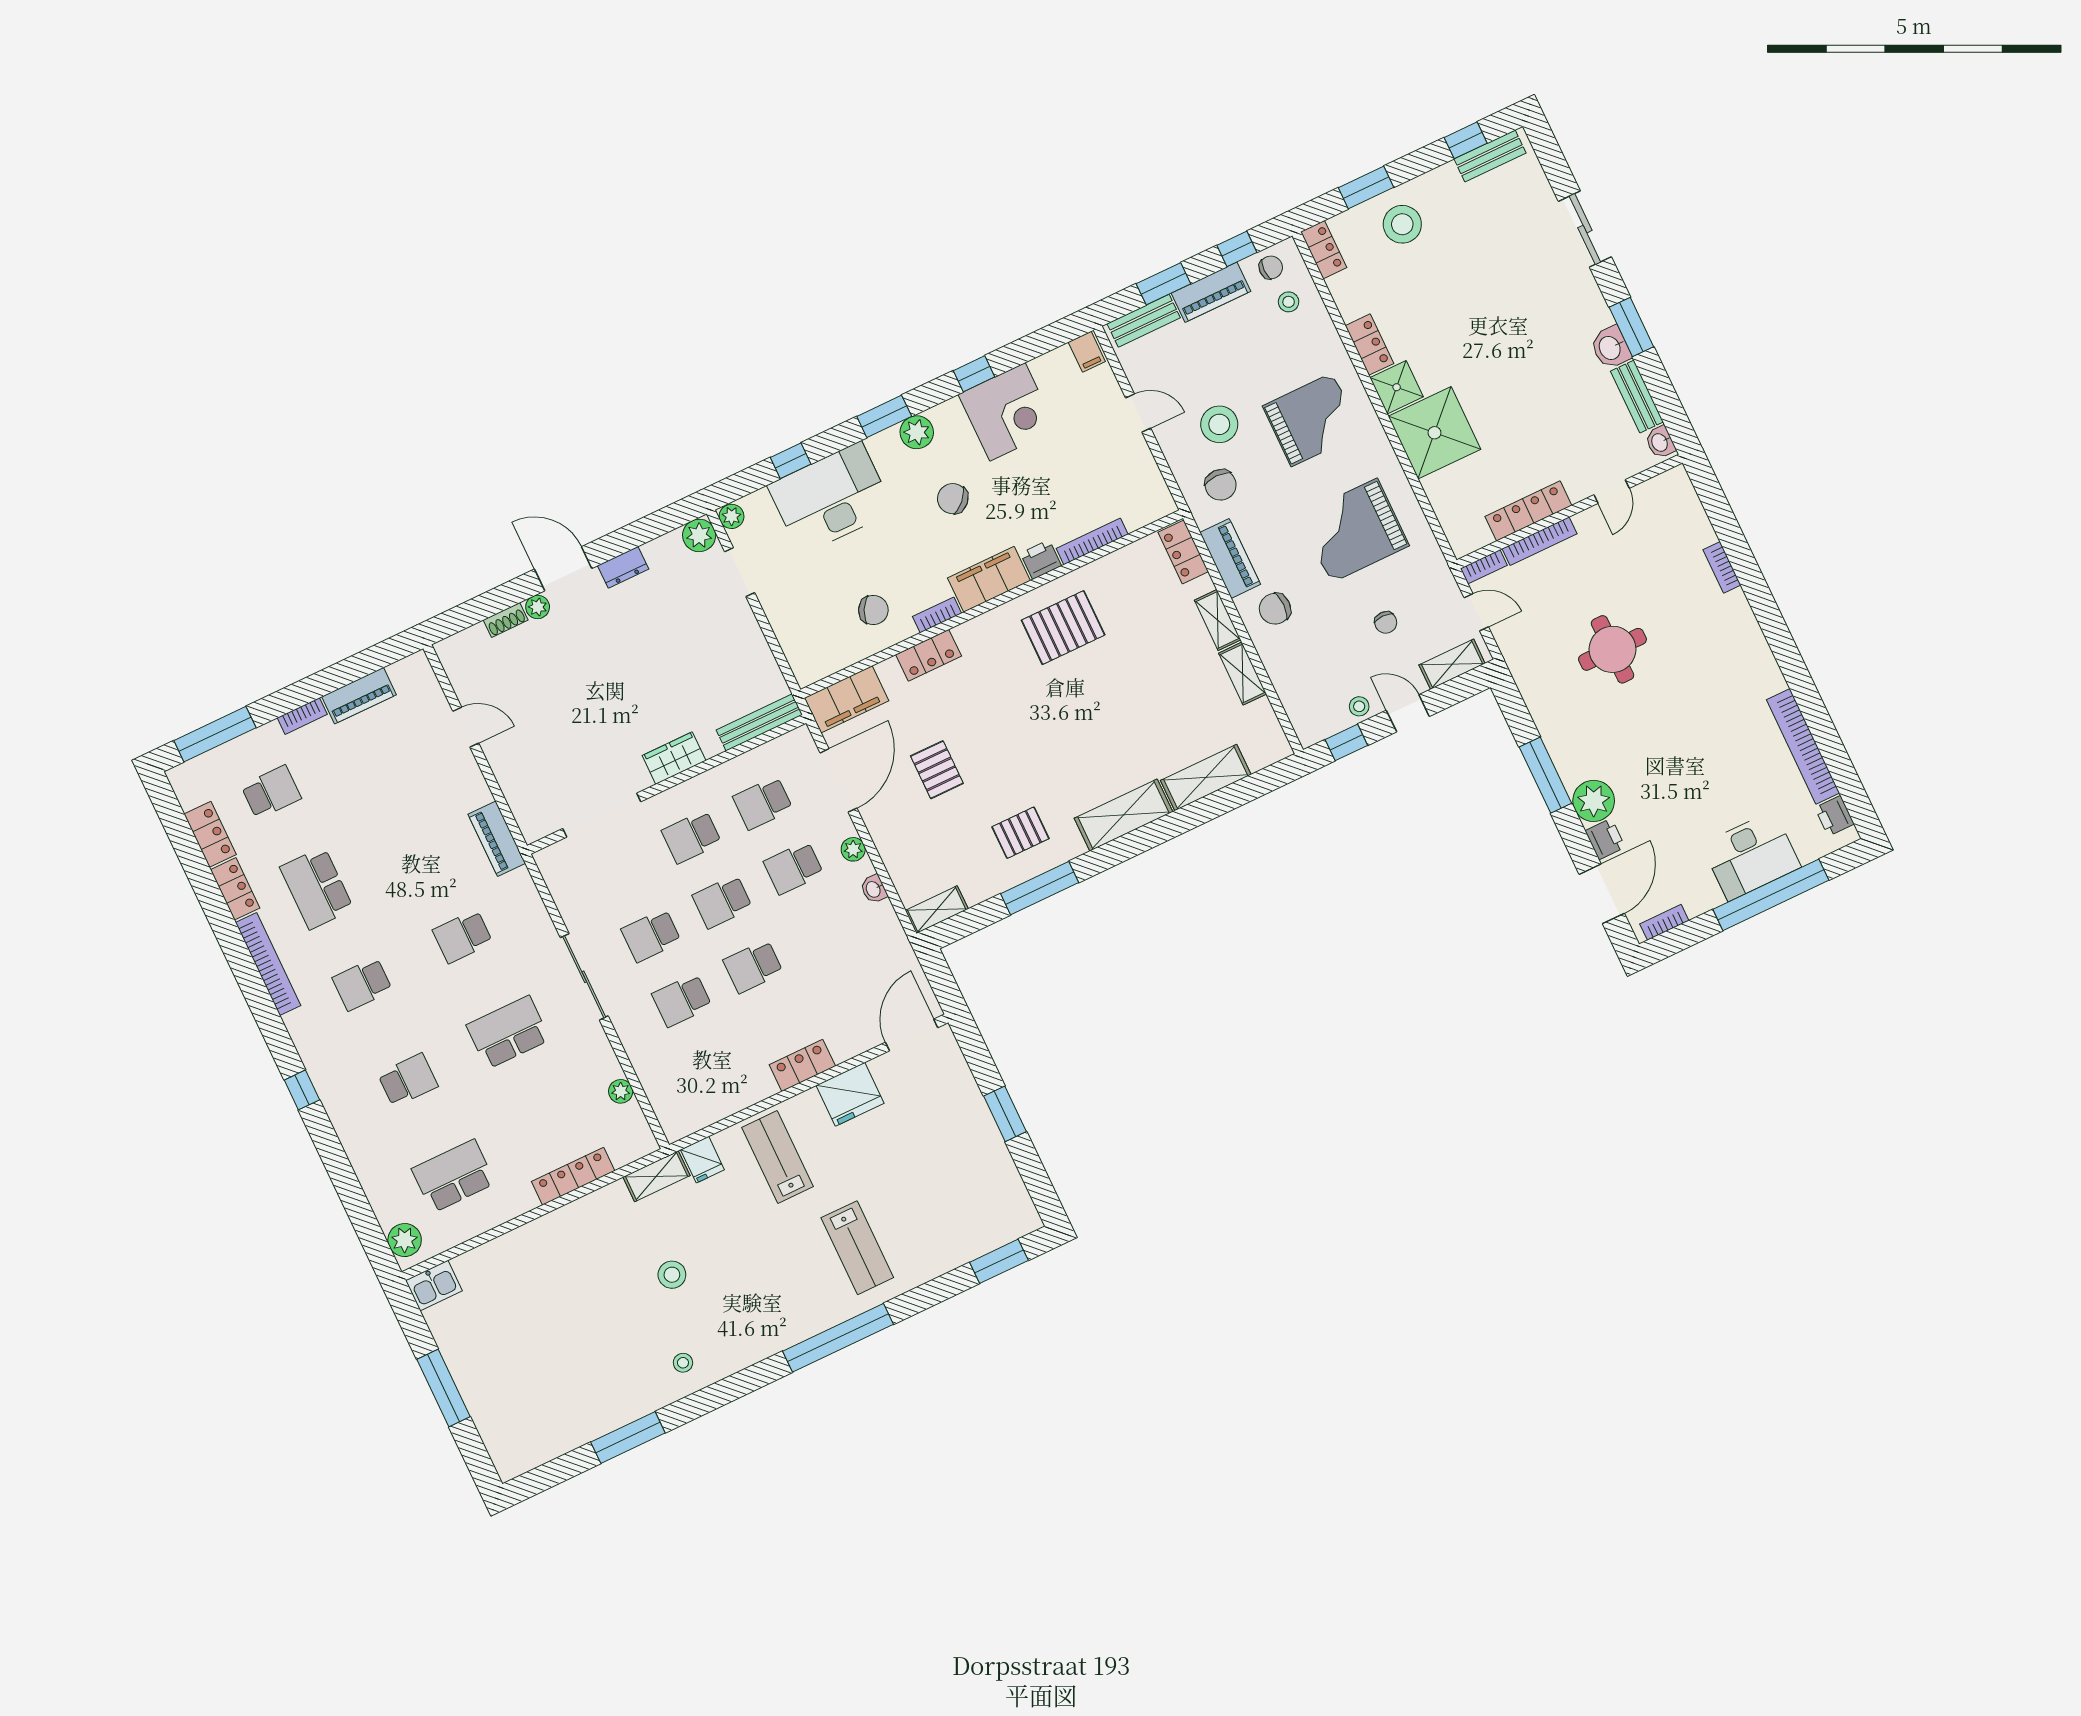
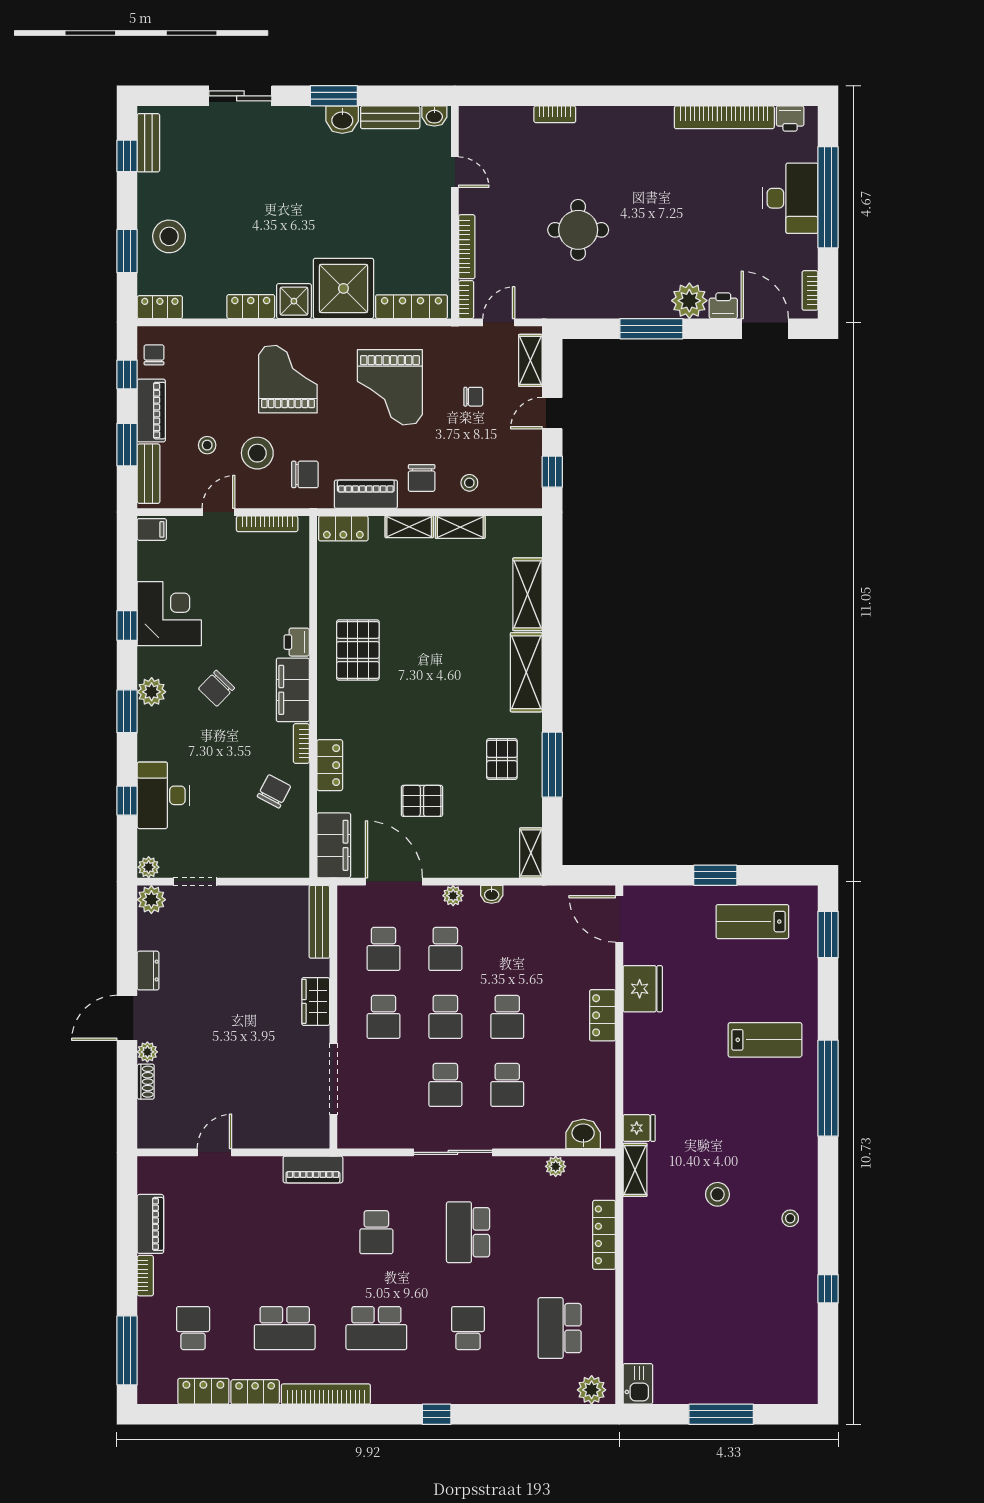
stool: (1289, 302) -> (207, 445), moved
desk: (831, 498) -> (163, 795), width x0.73, depth x0.77
locker: (1528, 511) -> (412, 307), moved, turned 90
bookcase: (1092, 541) -> (267, 524), moved, turned -90
stool: (1359, 706) -> (469, 483), moved
school desk: (362, 984) -> (376, 1328), width x1.85
washbasin: (668, 1104) -> (583, 1134), added
lab bench: (778, 1157) -> (752, 922), moved
window: (628, 1437) -> (828, 1289), width x0.46

